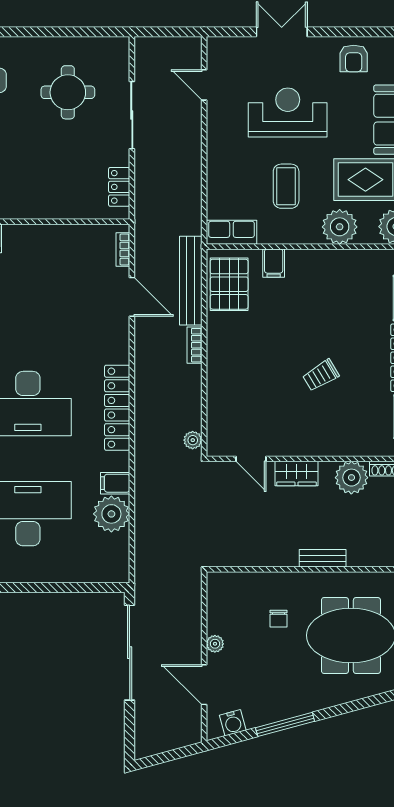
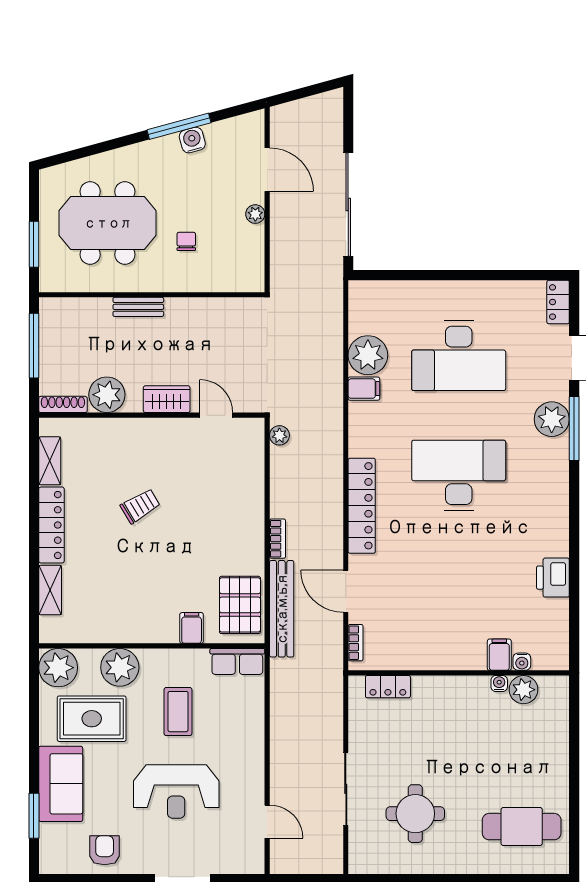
locker: (119, 187) -> (388, 687), moved, turned 90
locker: (117, 408) -> (362, 506), moved
water cooler: (233, 723) -> (192, 140), moved

